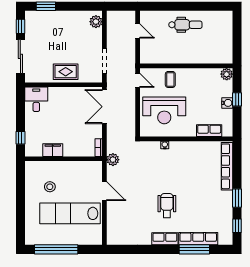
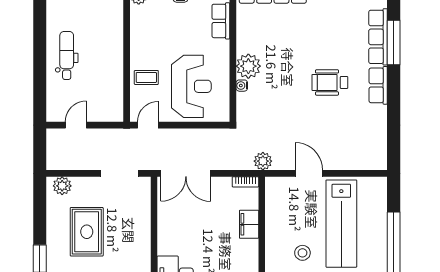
rug: (66, 72) -> (87, 232), moved, width x1.36, depth x1.43
filing cabinet: (53, 150) -> (249, 224), moved
plant: (178, 150) -> (248, 66), added
door: (104, 191) -> (309, 173), hinge flipped

